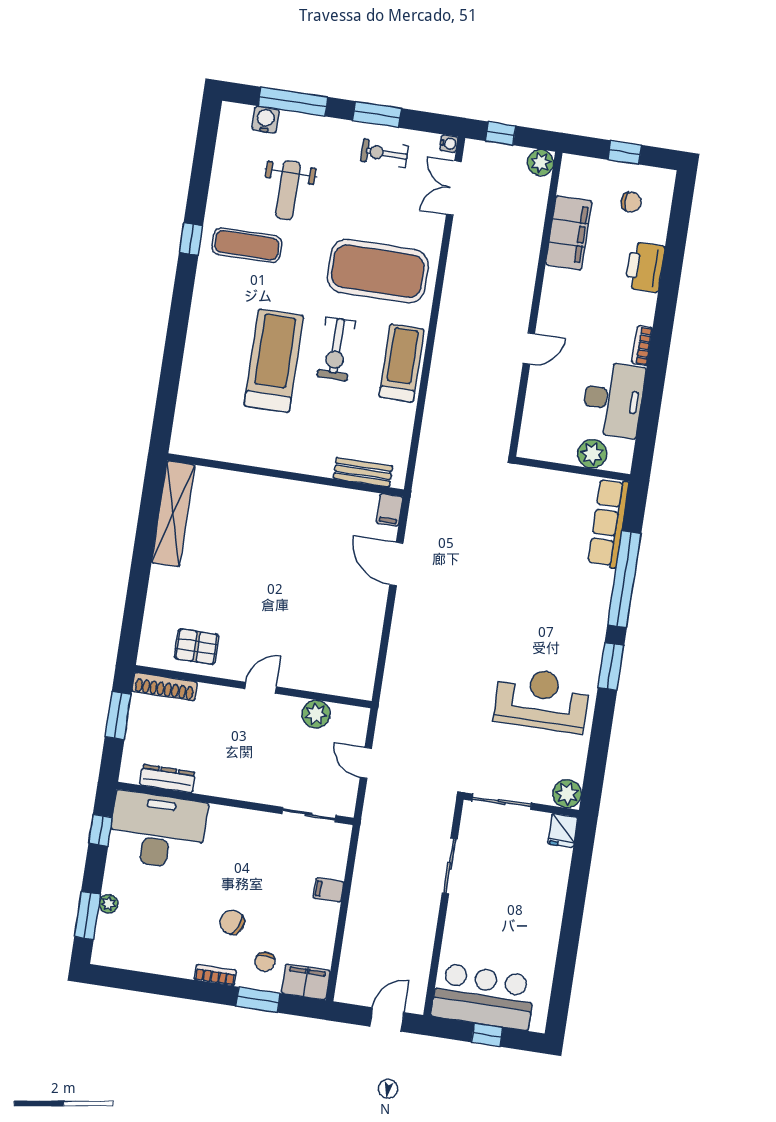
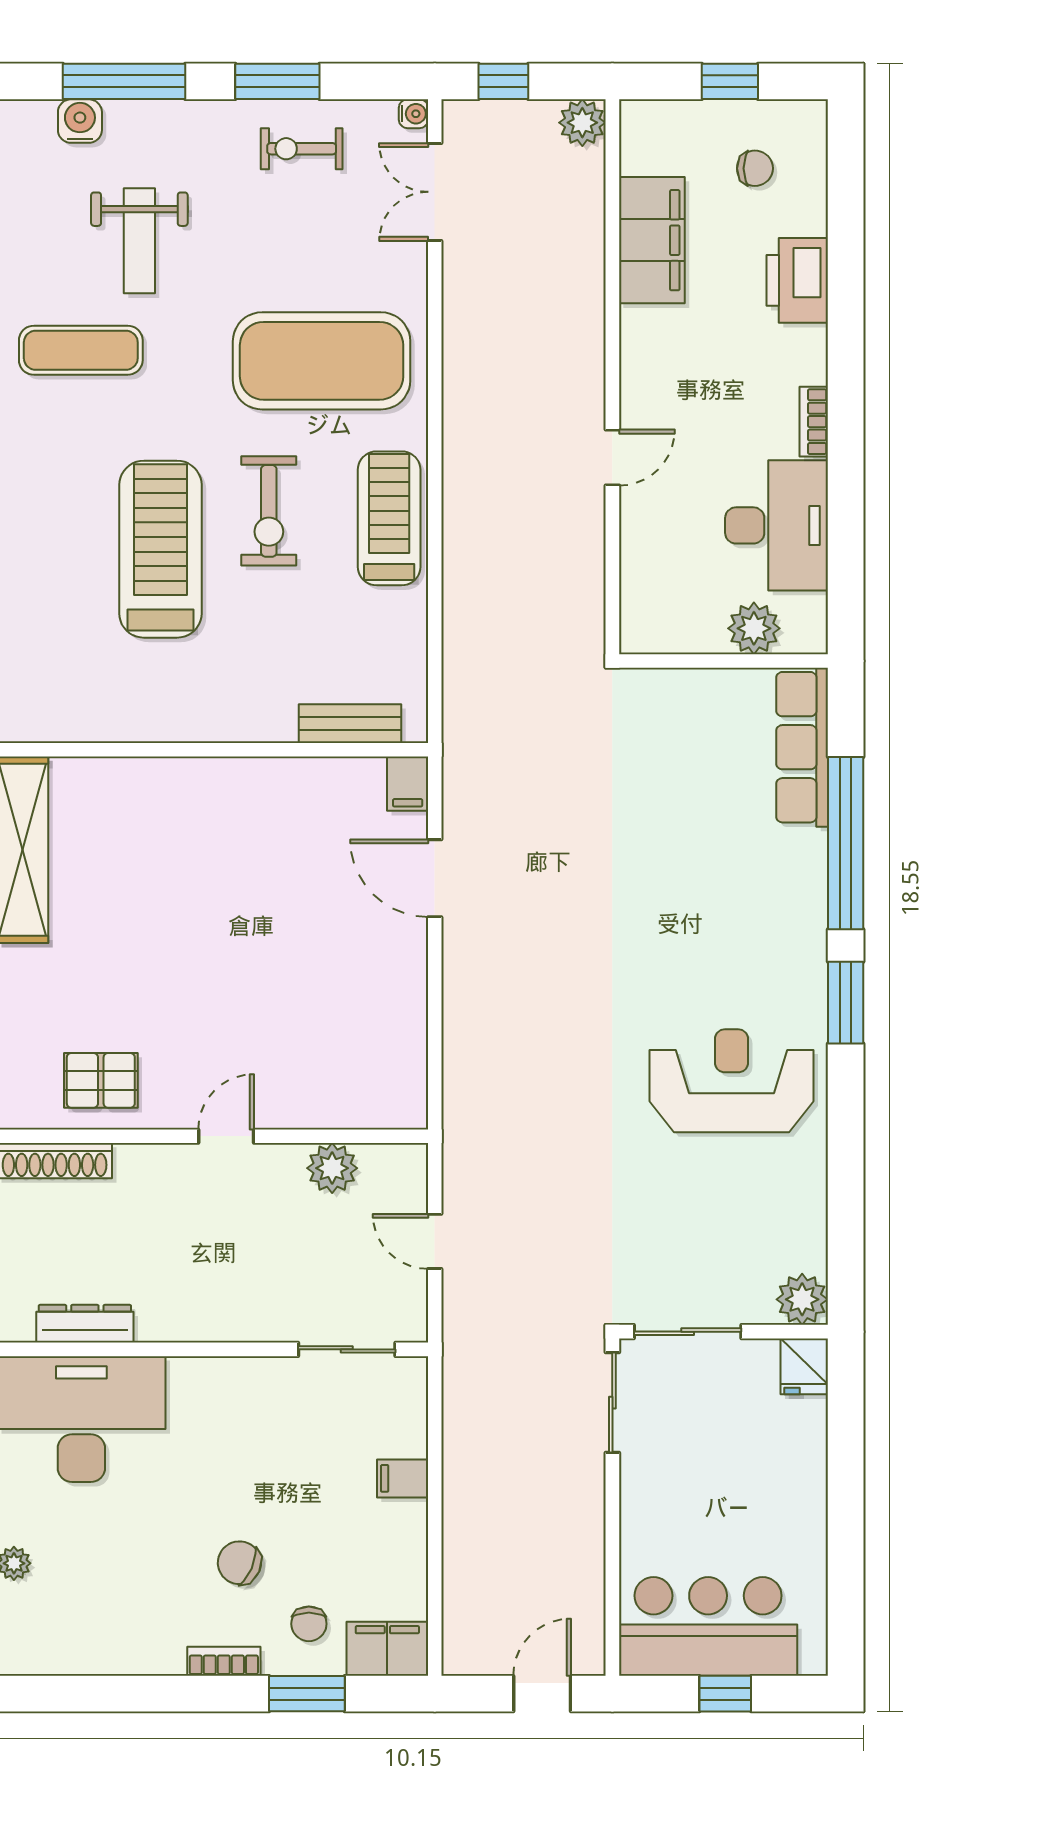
plant: (567, 794) -> (802, 1299), moved
sliding door: (502, 802) -> (688, 1332), moved
wall: (521, 805) -> (723, 1332), moved
fridge: (563, 831) -> (804, 1366), moved

